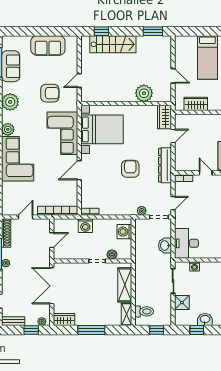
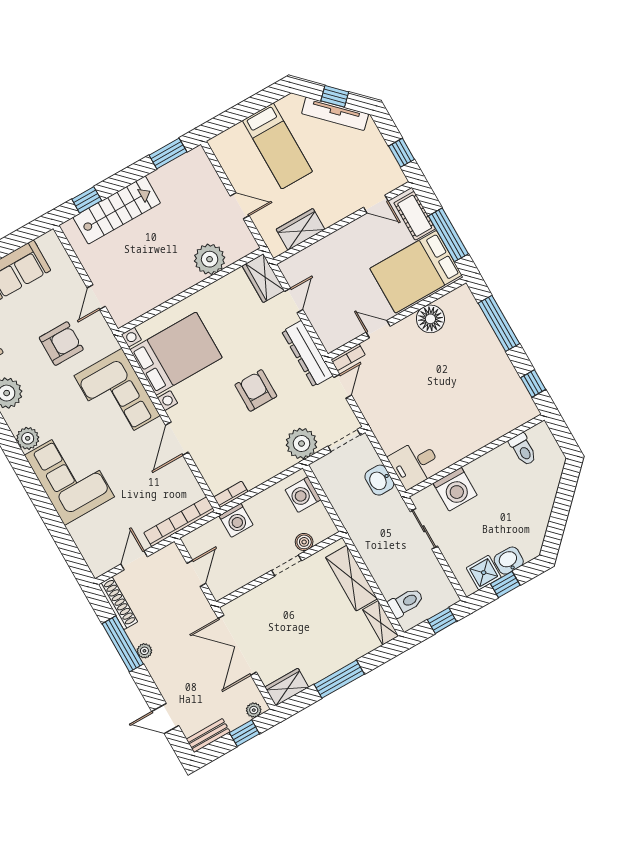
door: (173, 203) -> (343, 386), moved
plant: (142, 211) -> (302, 444), width x1.87, depth x1.87
desk: (186, 243) -> (415, 464), width x0.73
washing machine: (195, 266) -> (455, 489), width x1.89, depth x1.89
shower: (182, 303) -> (484, 573), moved

